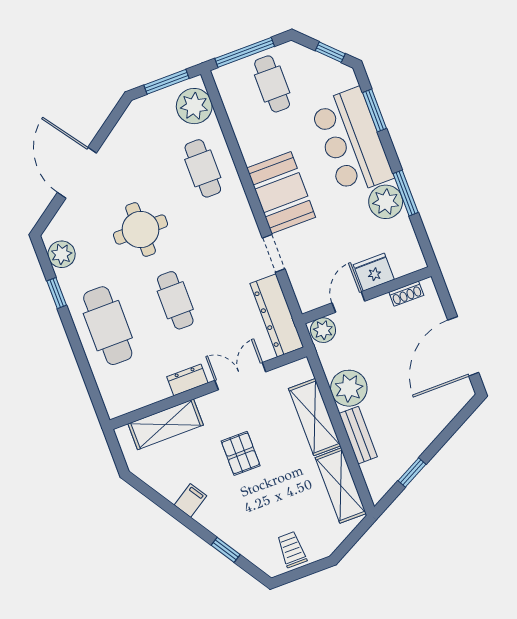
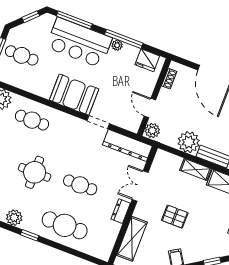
window: (375, 110) -> (74, 20), width x1.44
window: (406, 193) -> (124, 39), width x1.44
plant: (386, 202) -> (117, 45), width x0.53, depth x0.53
fridge: (374, 272) -> (147, 60), moved, turned -90
shelving: (315, 417) -> (196, 170), width x0.67, depth x0.75

